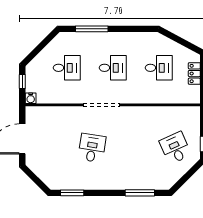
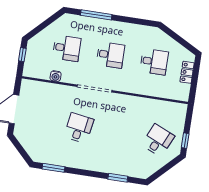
water cooler: (31, 98) -> (56, 76), moved
desk: (175, 148) -> (158, 140), turned 48
window: (140, 193) -> (118, 178), width x0.69

